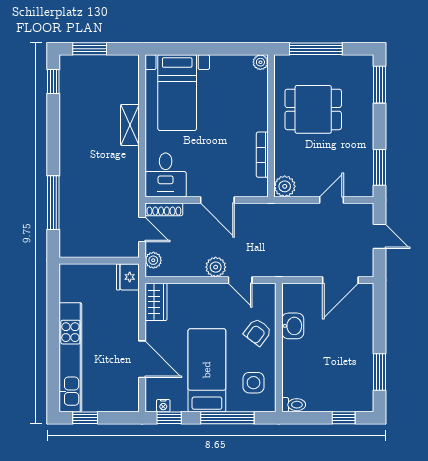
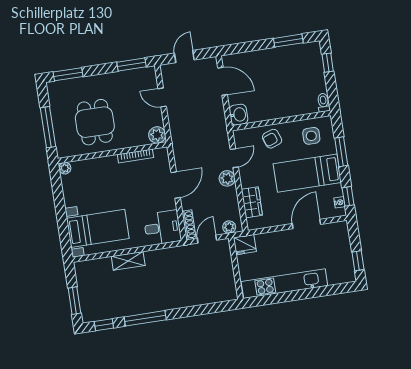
window: (53, 203) -> (145, 318), moved
wardrobe: (156, 302) -> (252, 202), moved, turned 90
washbasin: (293, 326) -> (238, 115), moved, turned 90
armchair: (258, 332) -> (272, 139), turned 123
kitchen unit: (70, 357) -> (284, 284), moved
window: (227, 418) -> (341, 152), width x0.69

